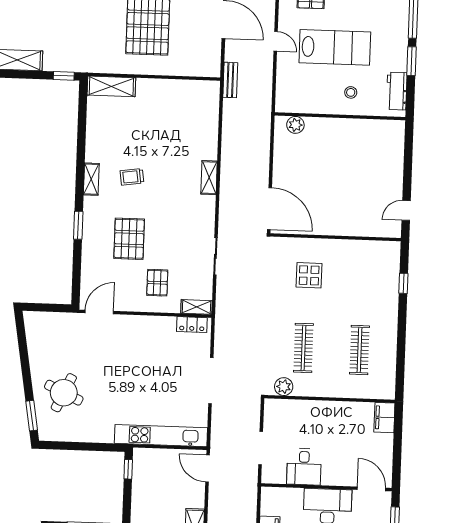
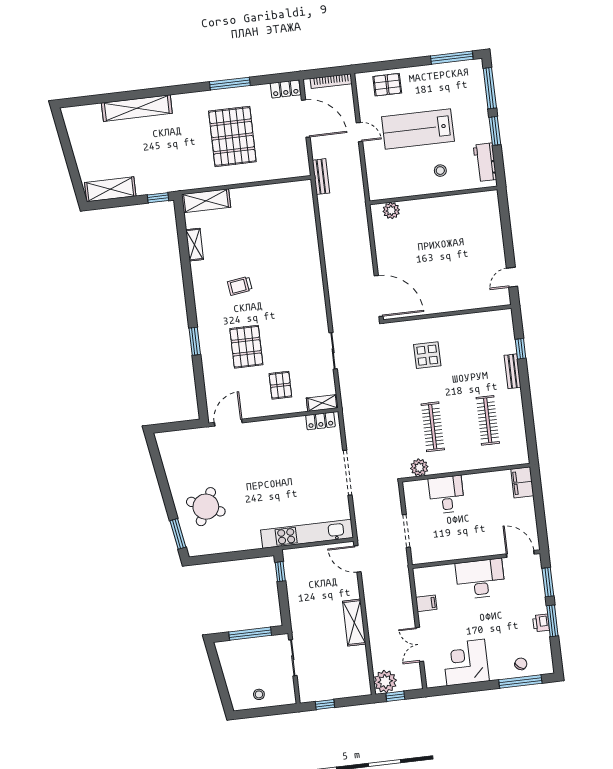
lab bench: (335, 47) -> (418, 129), turned 180
shelving: (209, 178) -> (315, 275), removed
shelving: (91, 179) -> (195, 245), moved
bench: (392, 305) -> (513, 371), added
desk: (304, 467) -> (446, 494), moved, turned 180

